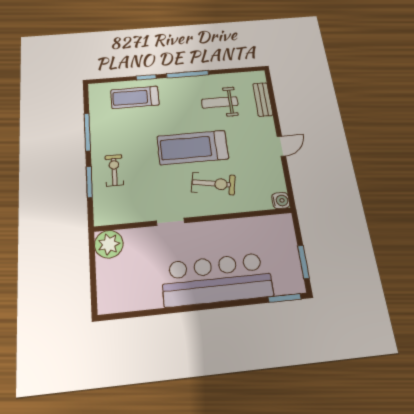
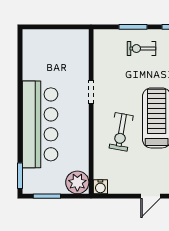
door: (281, 146) -> (150, 196), hinge flipped
exercise bike: (114, 170) -> (142, 49), turned 180
plant: (109, 244) -> (77, 182), moved

